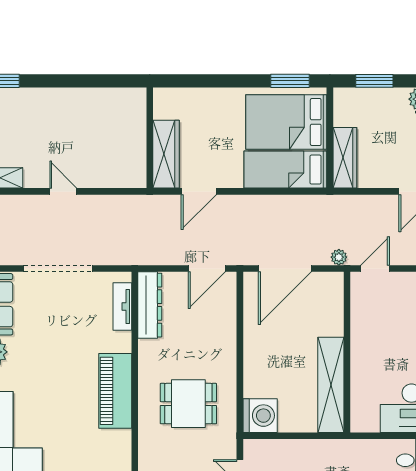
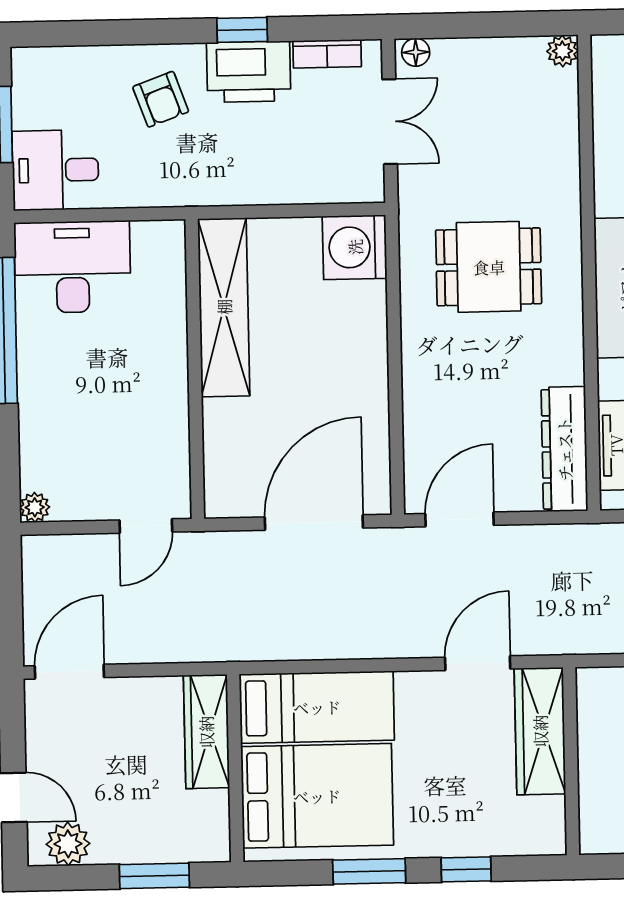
window: (207, 81) -> (466, 869), added
window: (290, 81) -> (369, 871), moved
plant: (339, 257) -> (214, 546), removed

